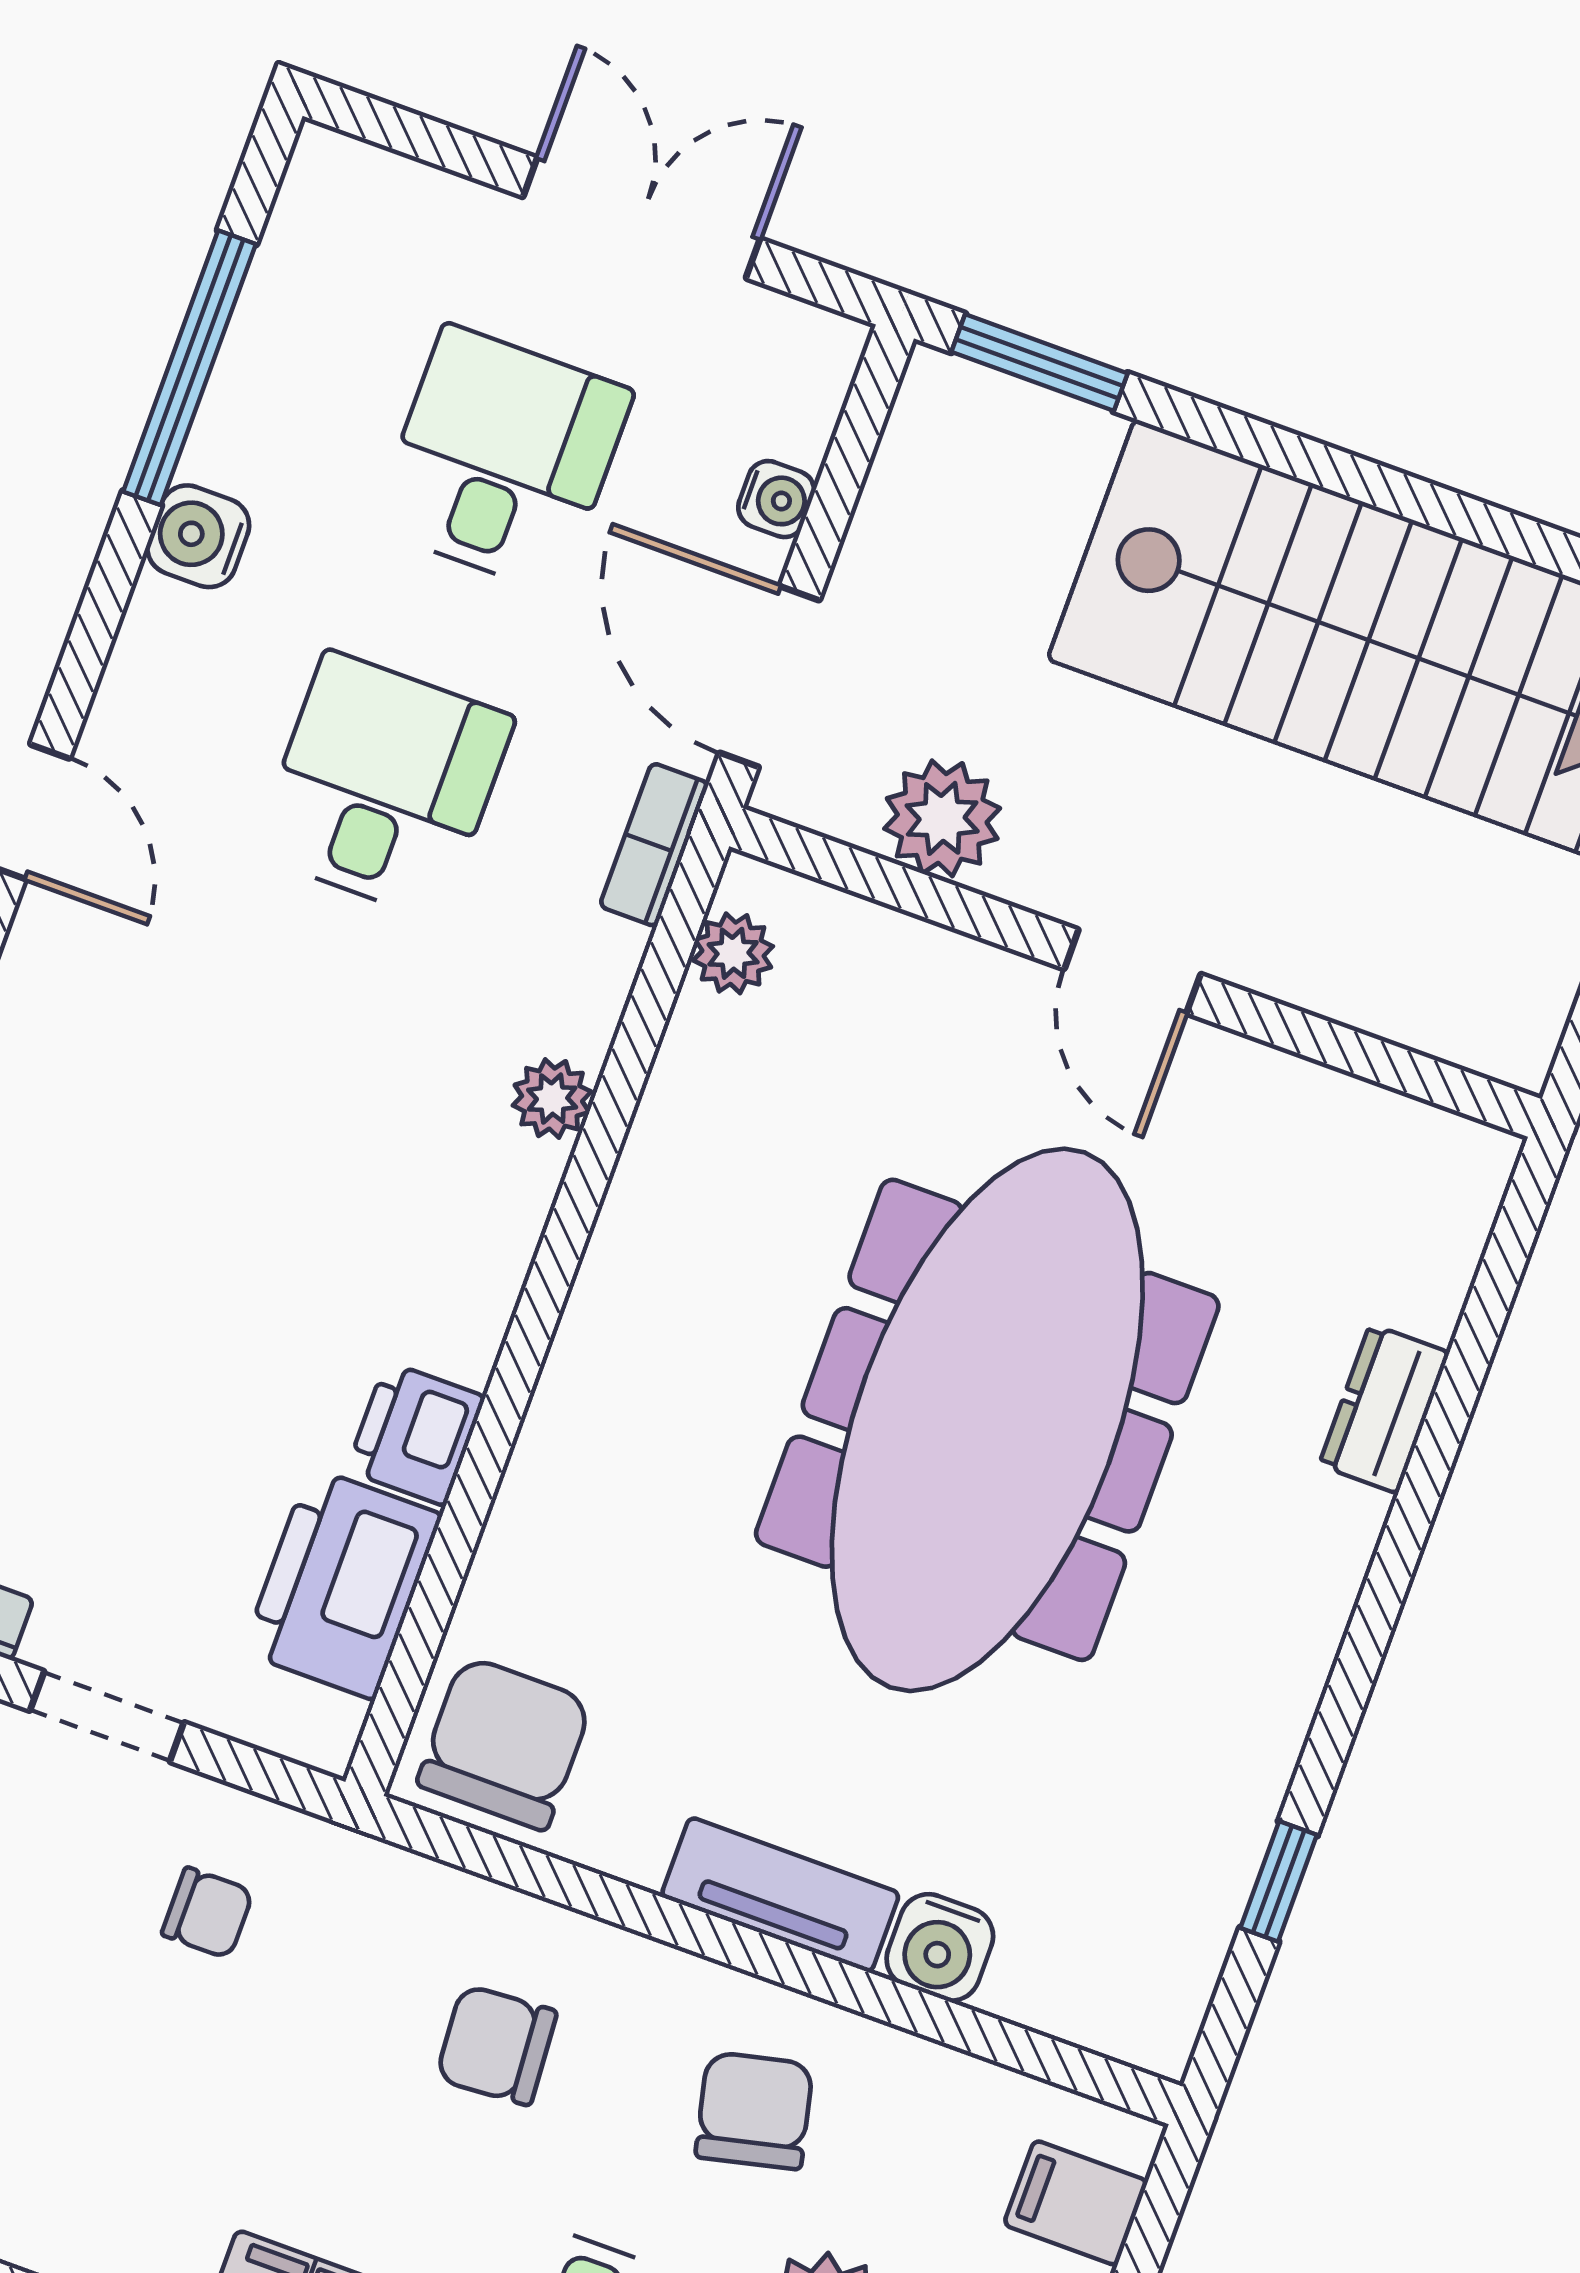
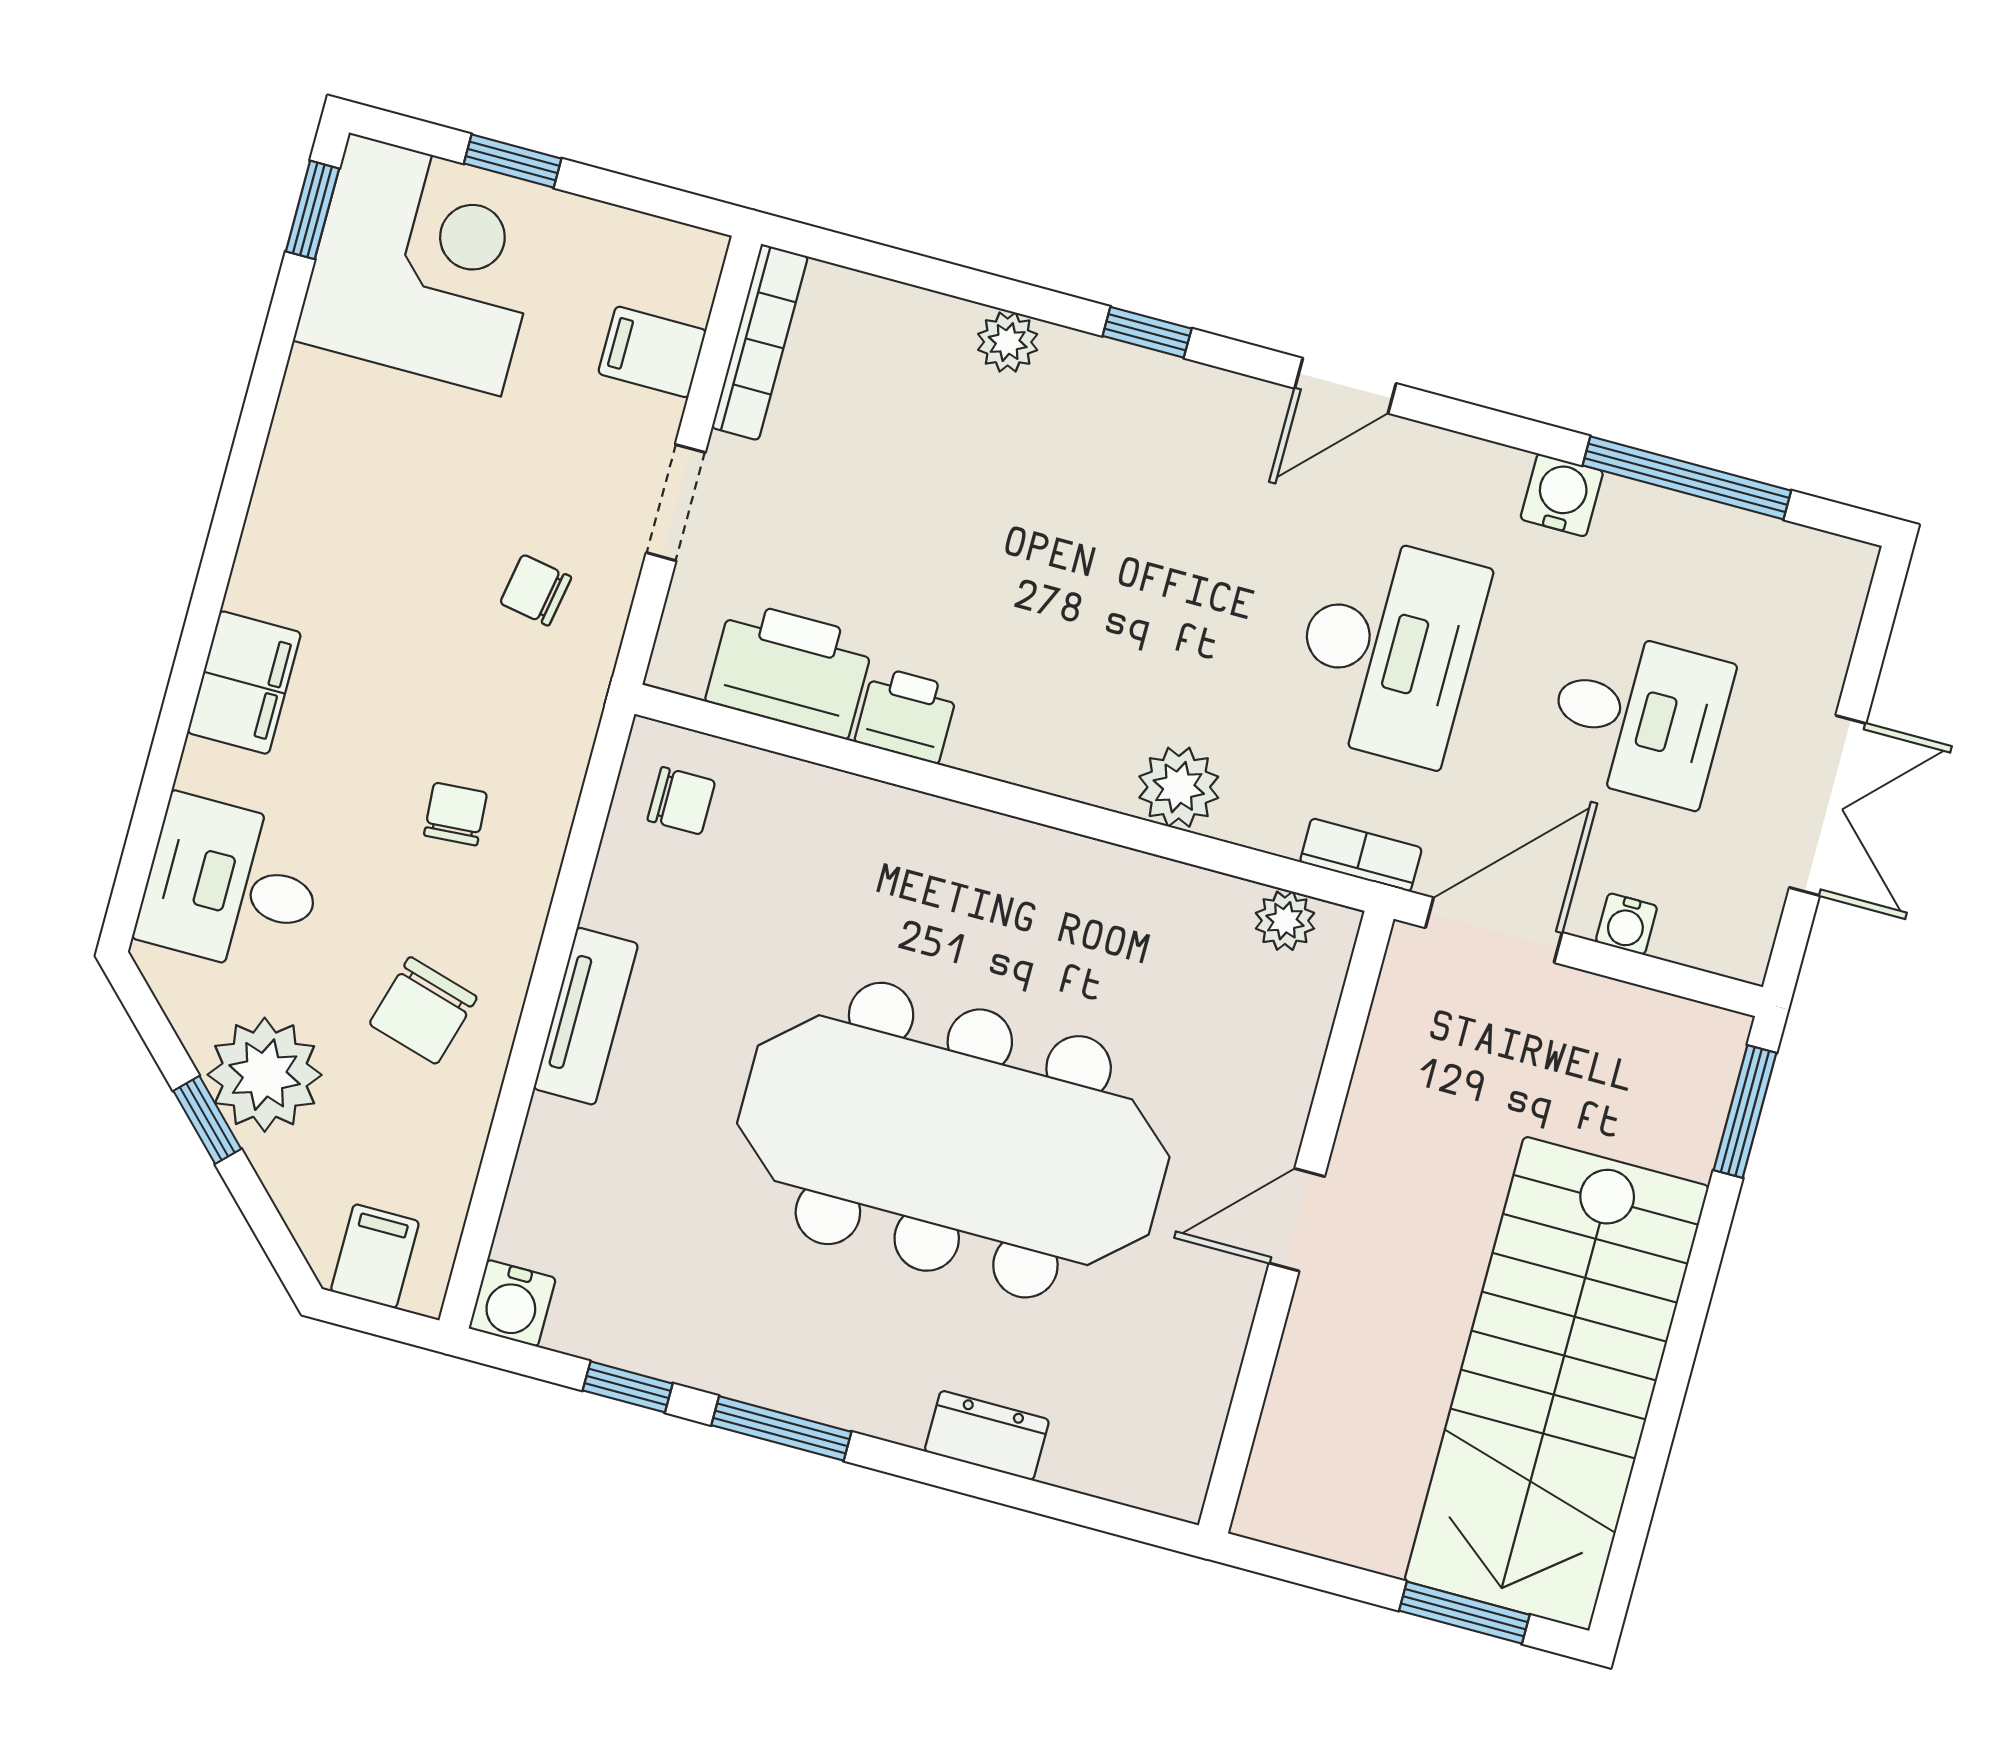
desk: (384, 786) -> (1388, 649), width x1.37
plant: (942, 818) -> (1399, 1068), removed
plant: (552, 1099) -> (1179, 787), width x1.38, depth x1.38
window: (1351, 1682) -> (781, 1428), added
chair: (504, 1743) -> (681, 801), width x0.54, depth x0.54
chair: (207, 1913) -> (536, 590), turned 100
water cooler: (940, 1947) -> (512, 1303), moved, turned -90
chair: (496, 2045) -> (456, 814), width x0.73, depth x0.73
chair: (754, 2111) -> (423, 1011), turned 119

